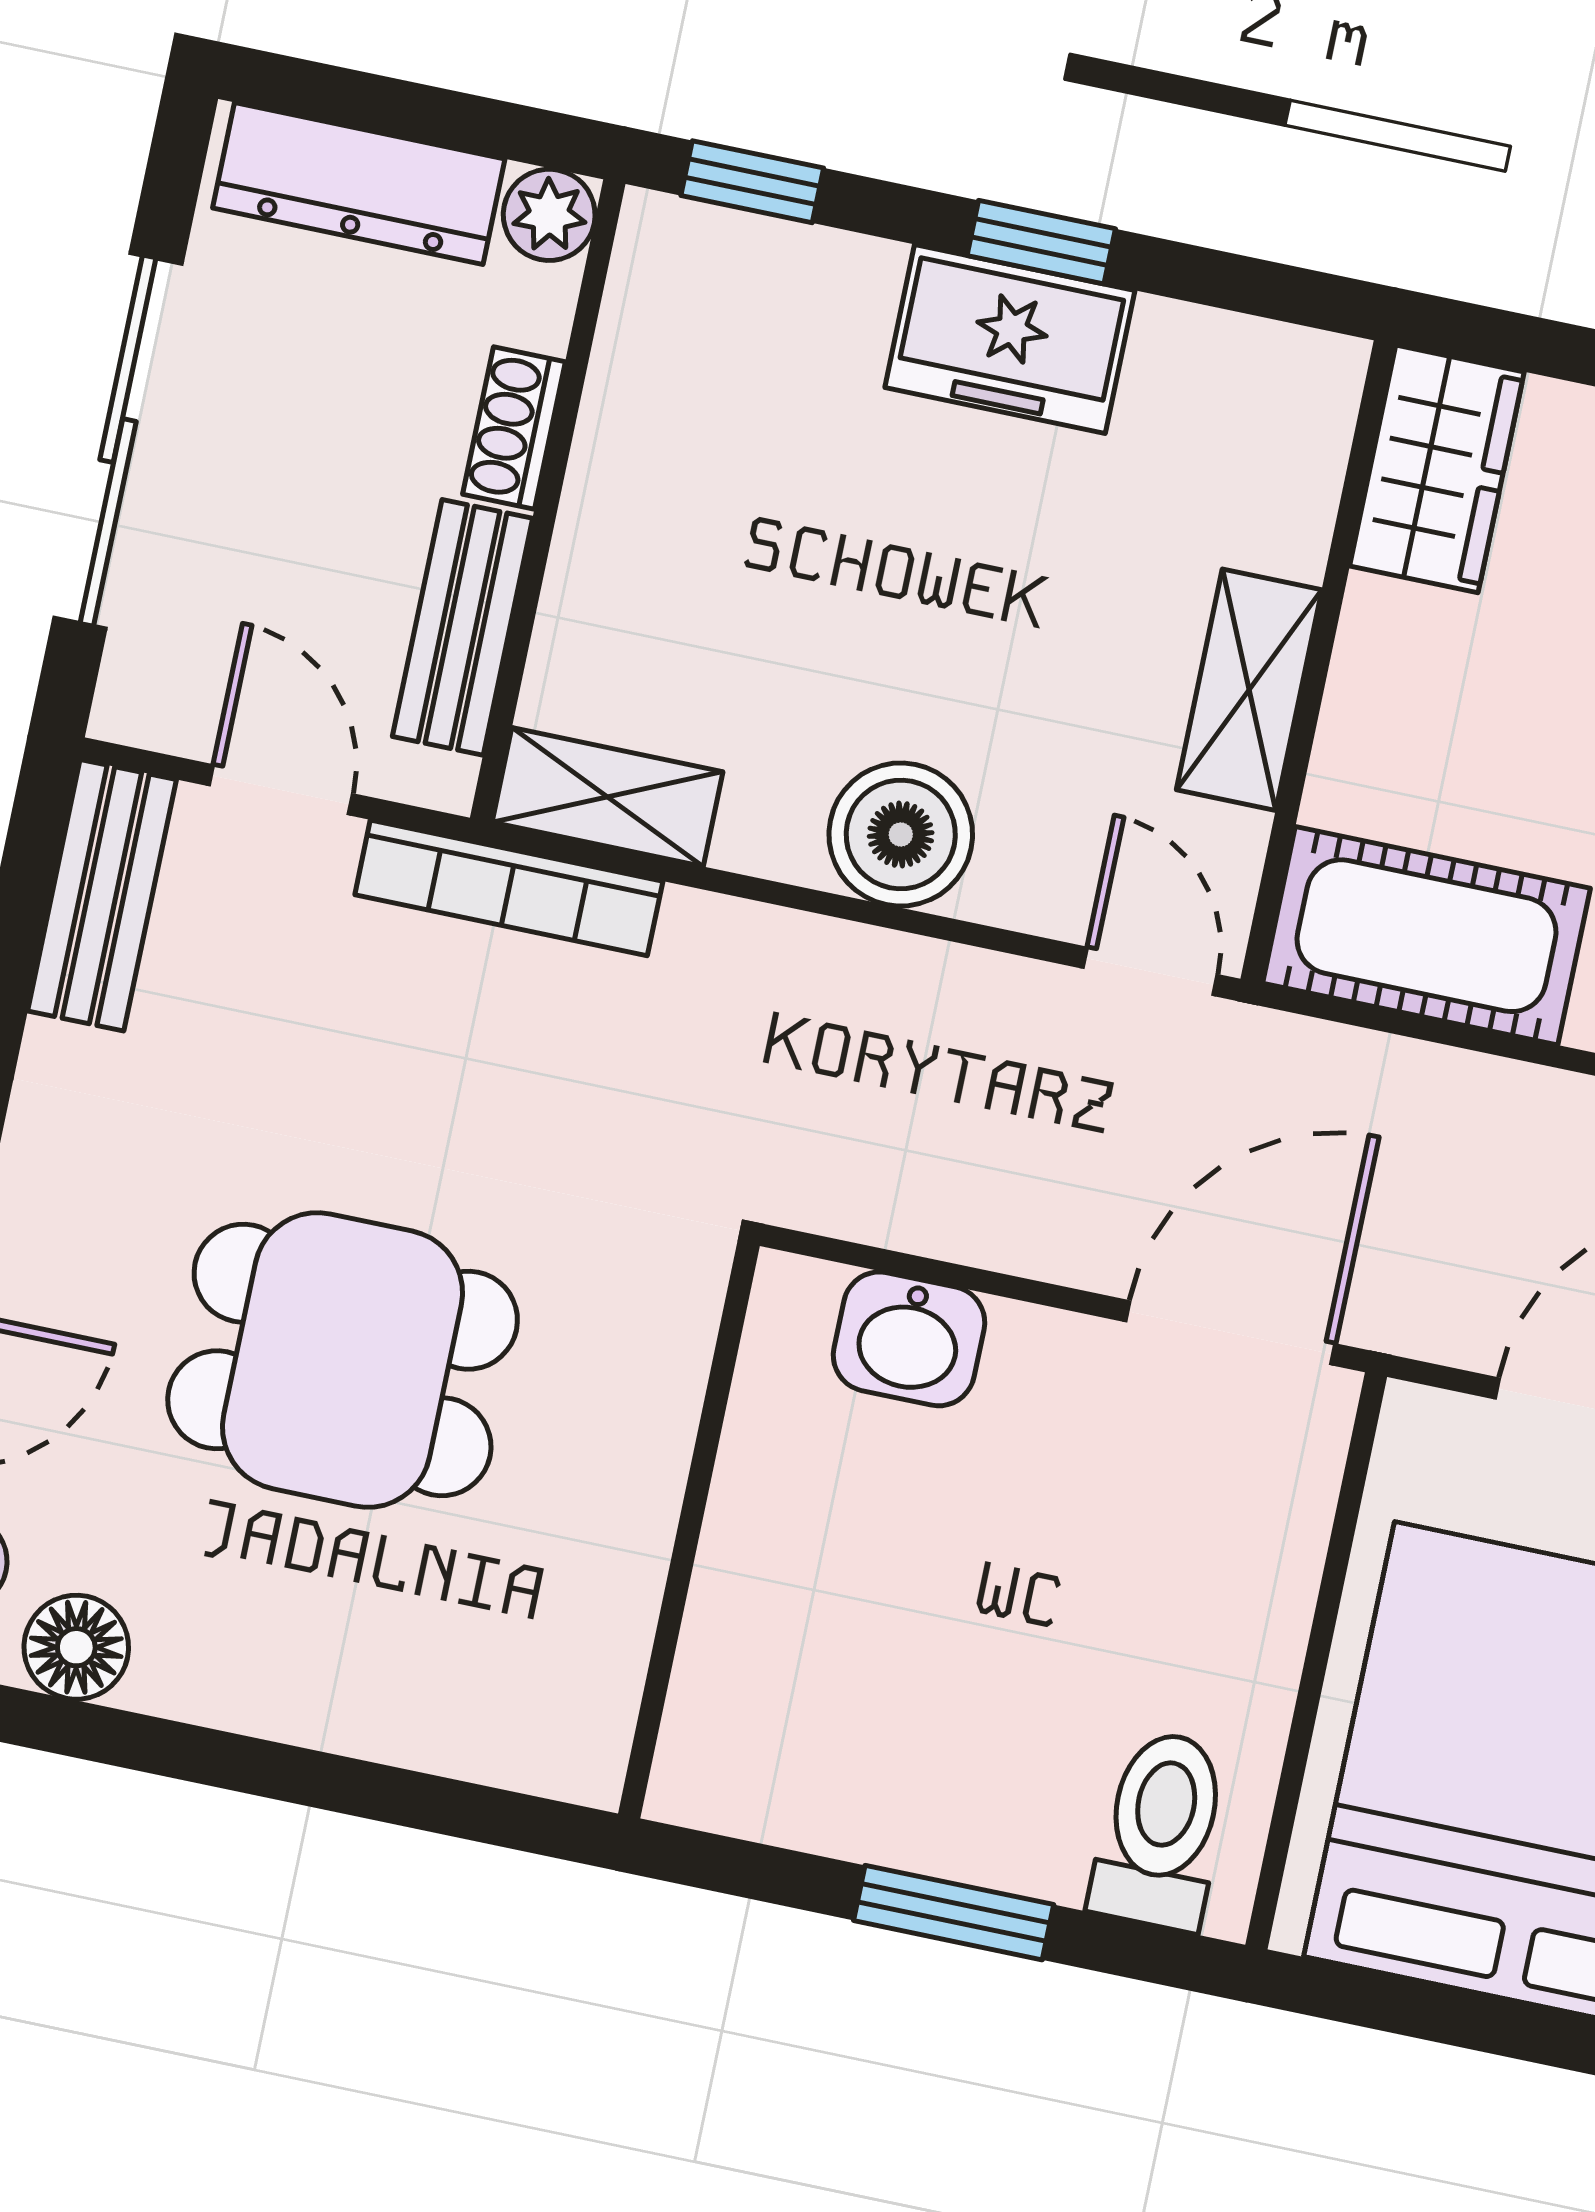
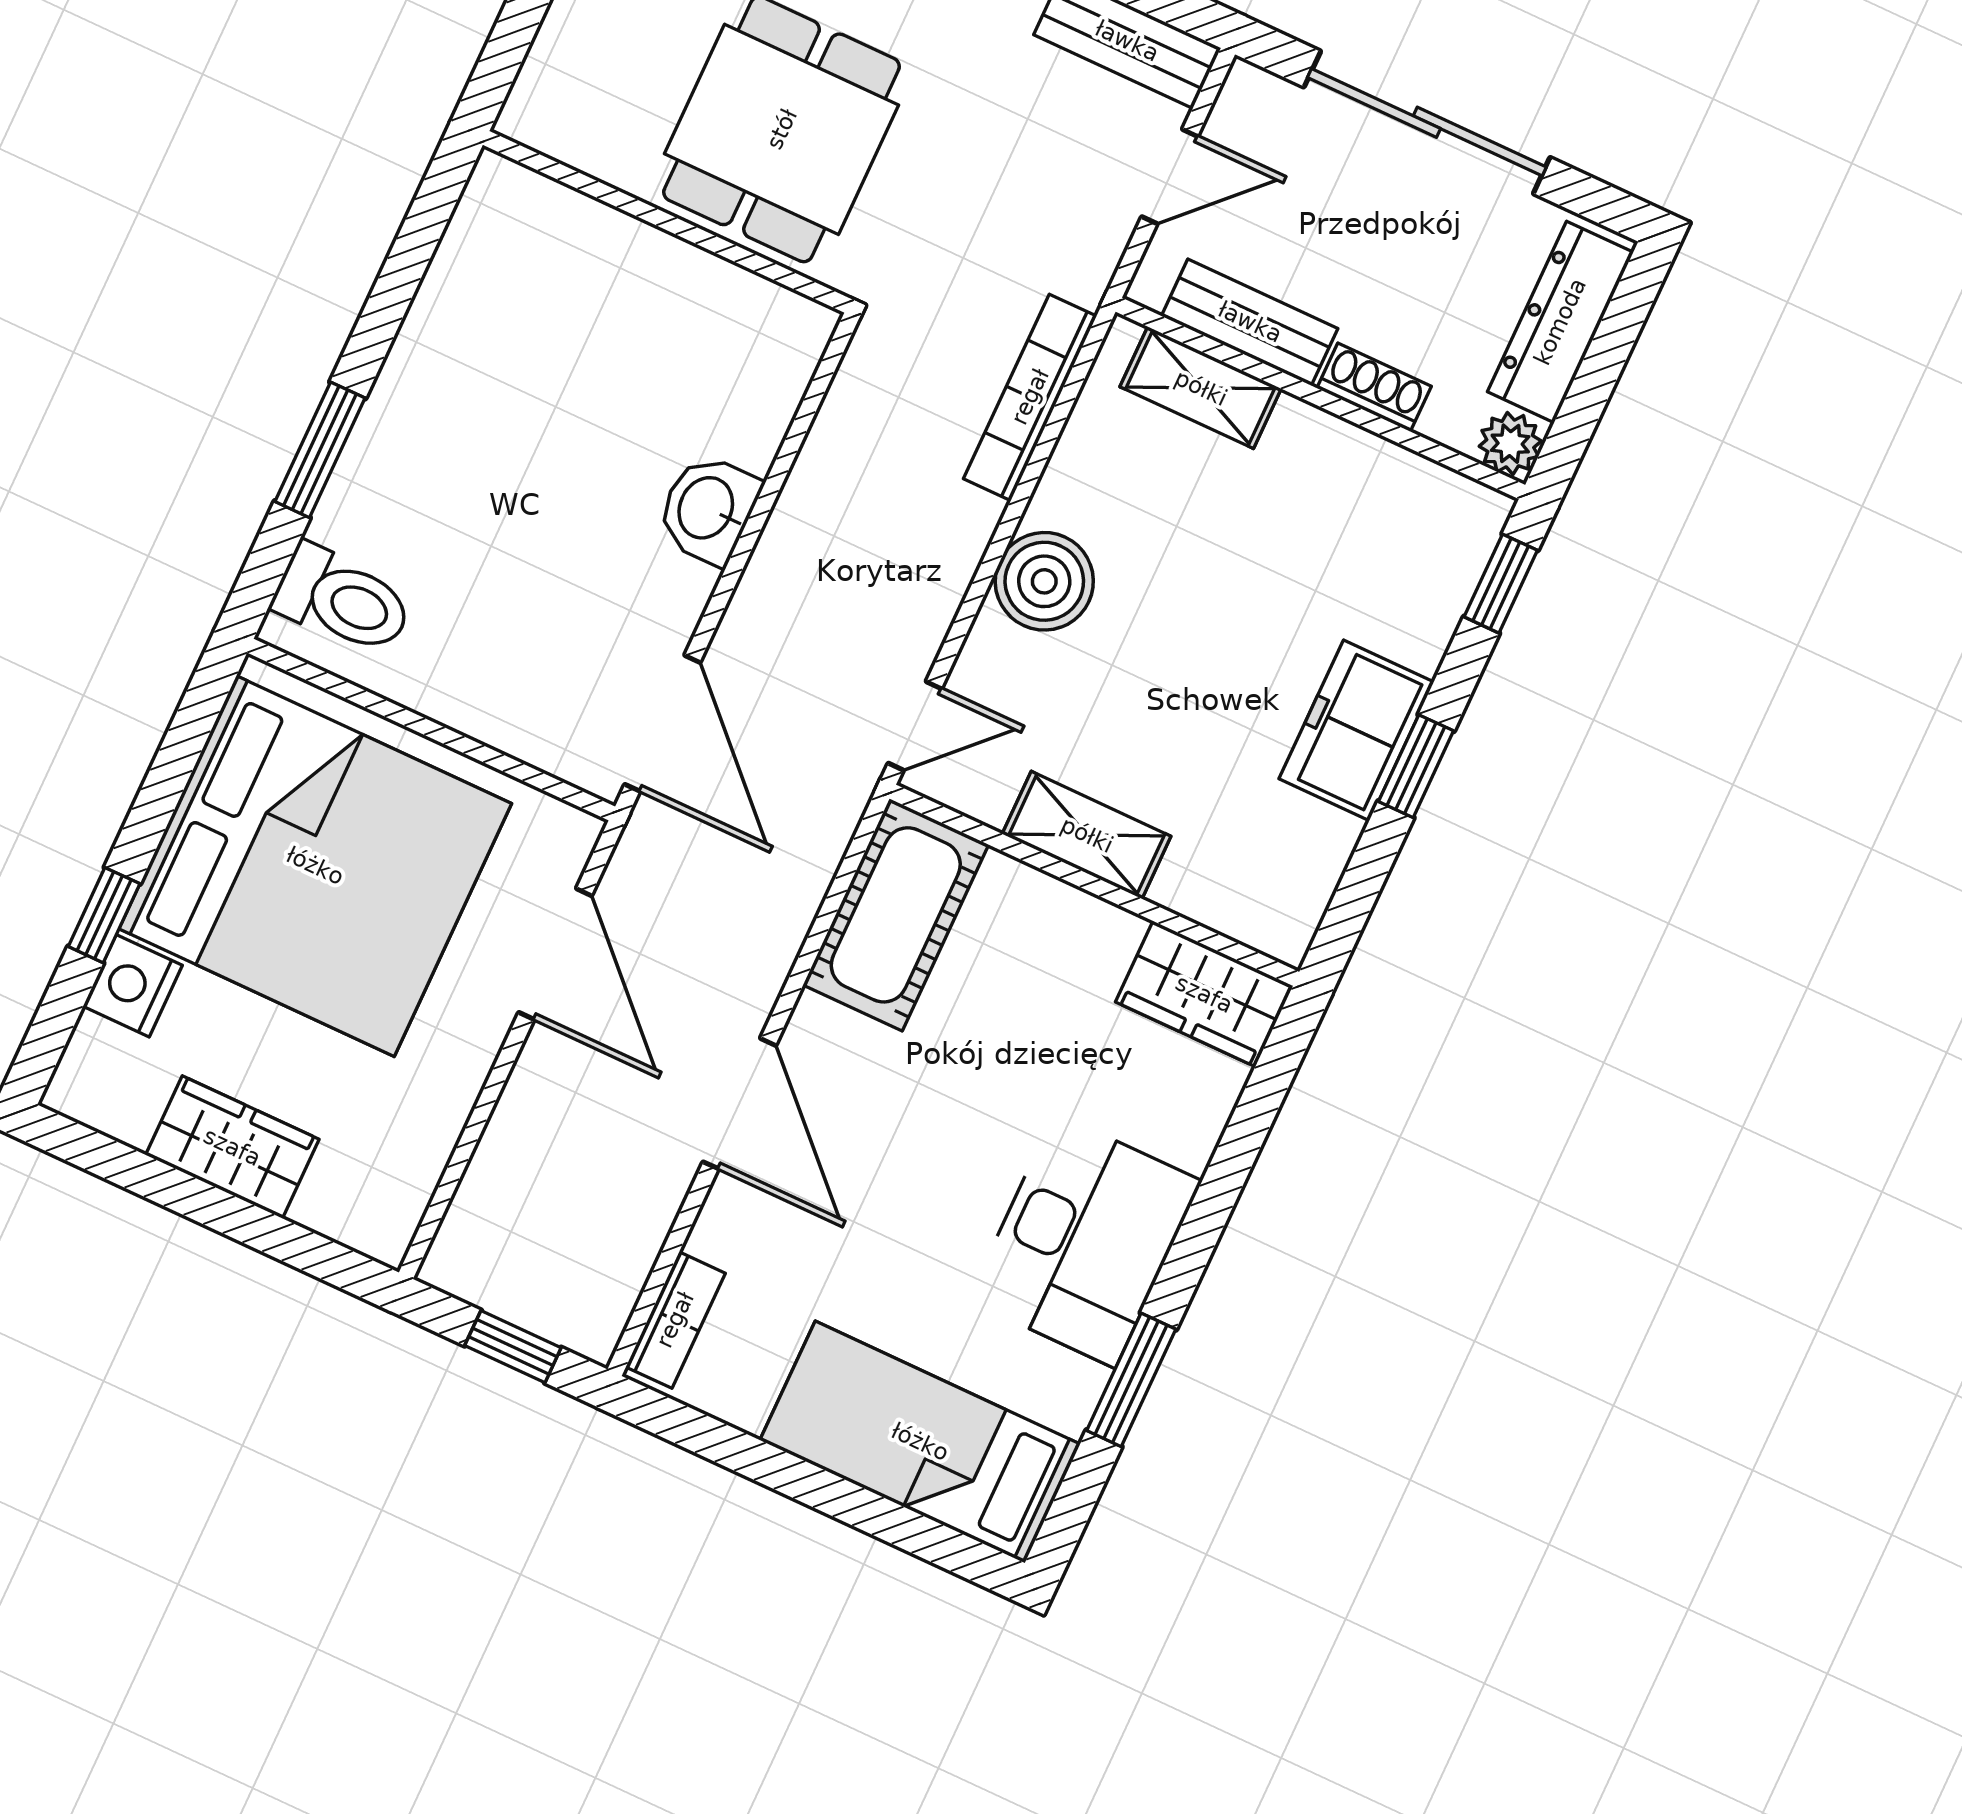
shelving: (608, 797) -> (1201, 388), moved, turned 90
bookcase: (509, 888) -> (1030, 397), moved
wall: (689, 1530) -> (667, 222), moved

